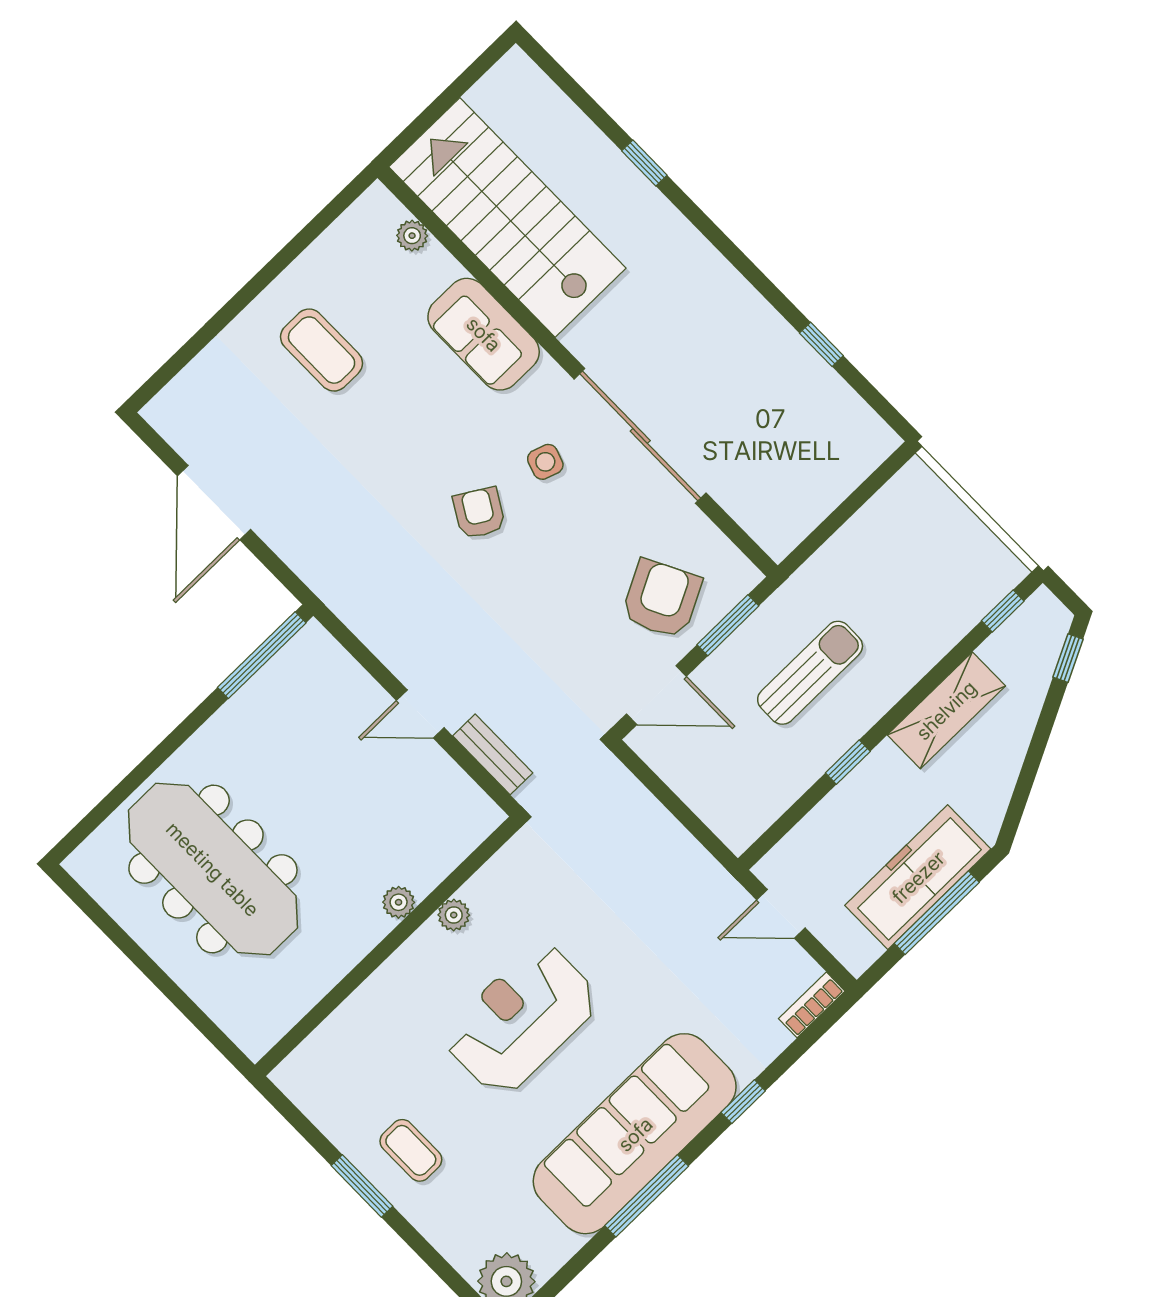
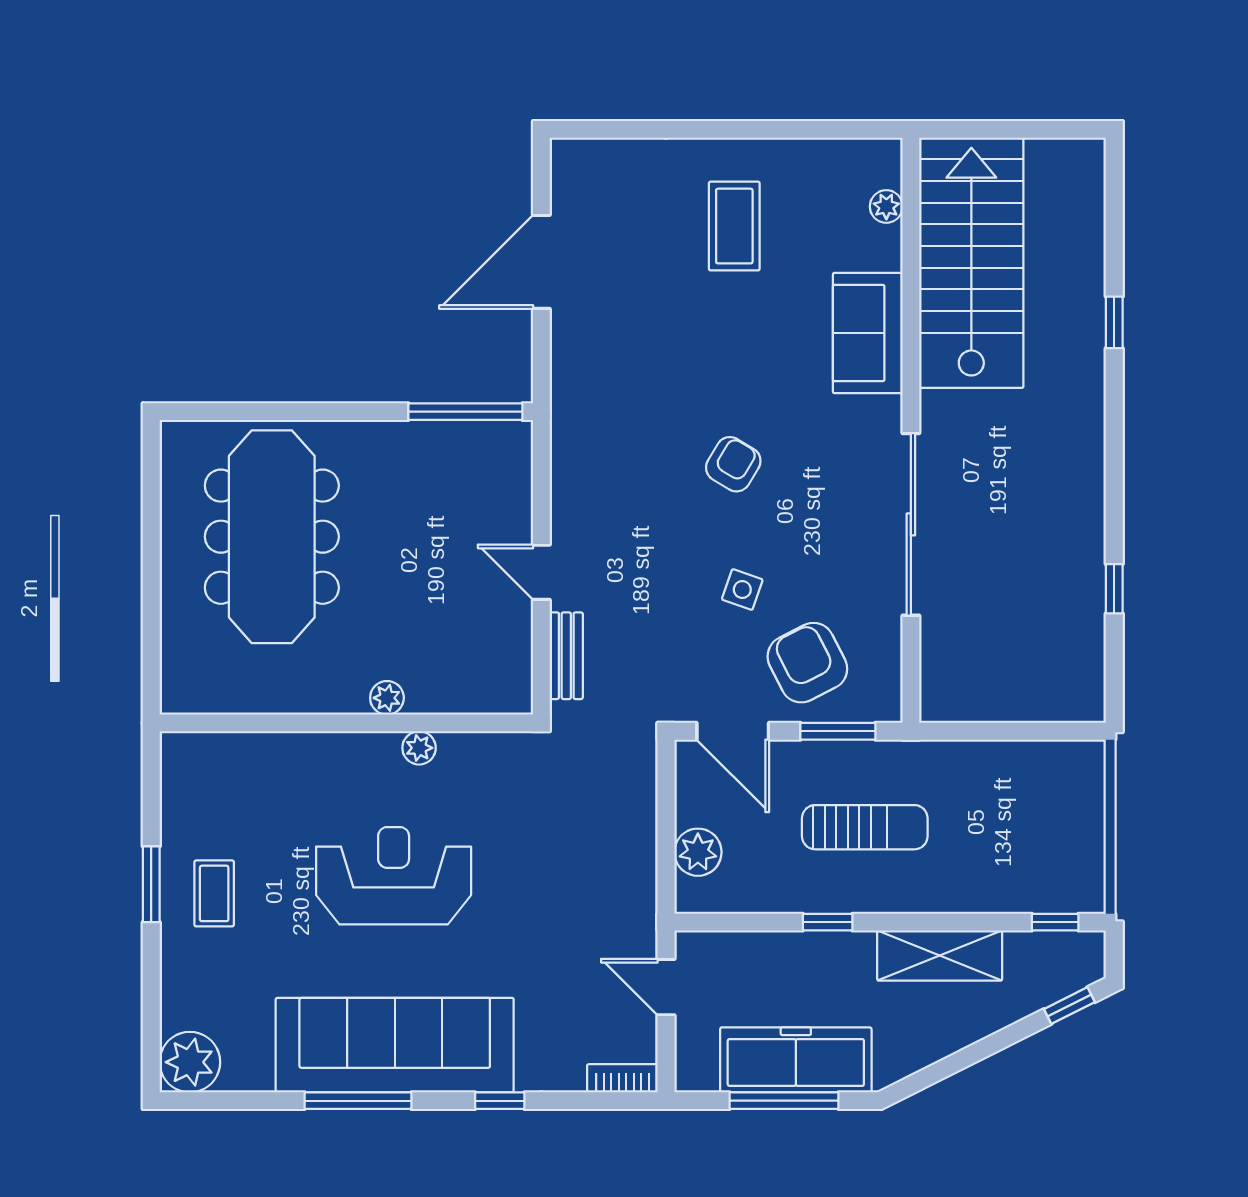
side table: (545, 462) -> (742, 590), moved
armchair: (662, 599) -> (807, 663), turned -90
plant: (713, 801) -> (698, 852), added

